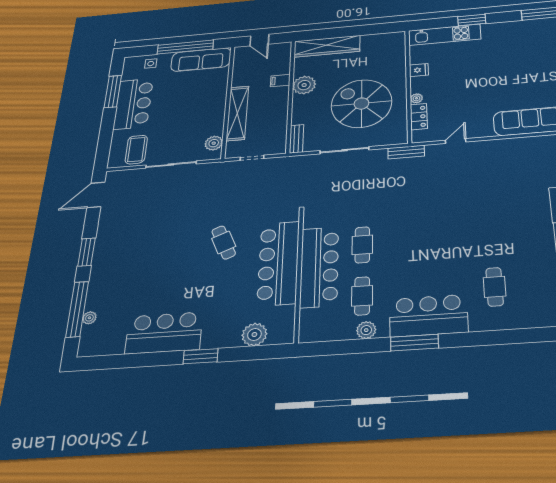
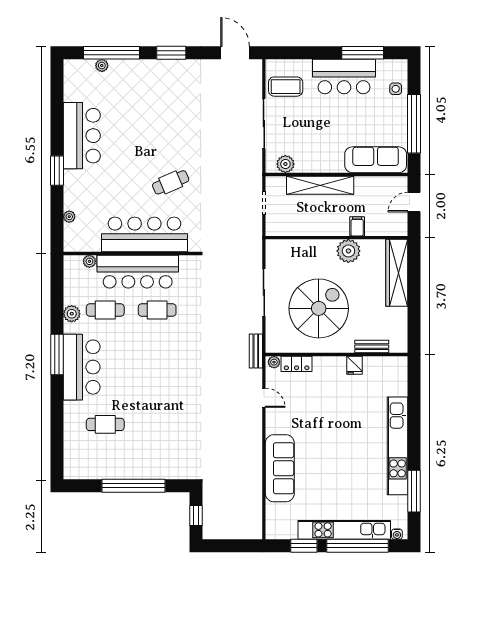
window: (472, 20) -> (414, 420), removed
kitchen unit: (444, 35) -> (398, 446), moved, width x1.36
sofa: (201, 60) -> (376, 160), moved, turned 90
plant: (416, 98) -> (274, 362), moved
bench: (296, 139) -> (372, 347), moved
plant: (306, 316) -> (89, 261), added
plant: (254, 334) -> (69, 217), width x0.53, depth x0.53

